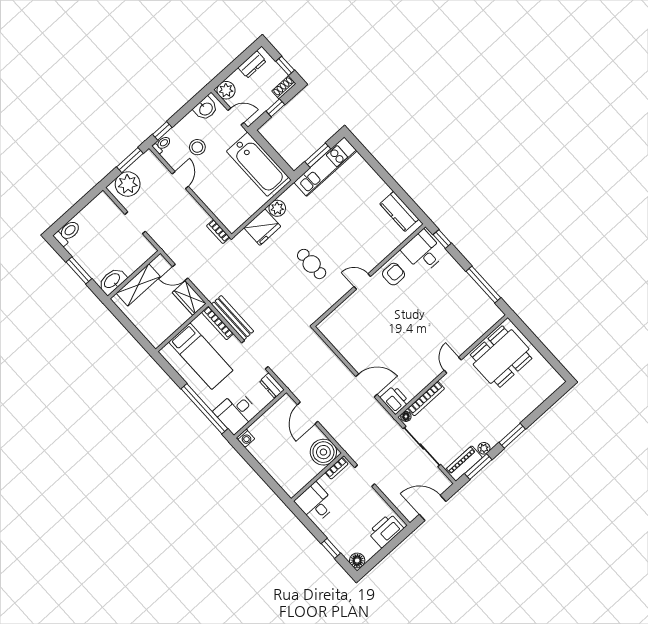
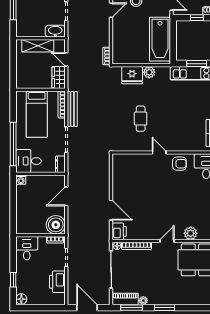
washbasin: (112, 281) -> (55, 31), moved
plant: (470, 335) -> (191, 233), added
printer: (386, 530) -> (57, 282), moved, turned -90

